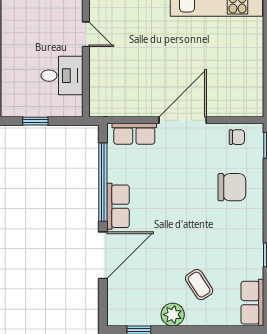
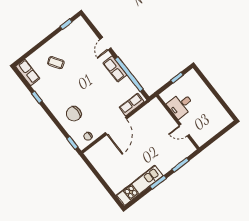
door: (103, 255) -> (105, 44), width x0.53
plant: (173, 315) -> (57, 42), removed

